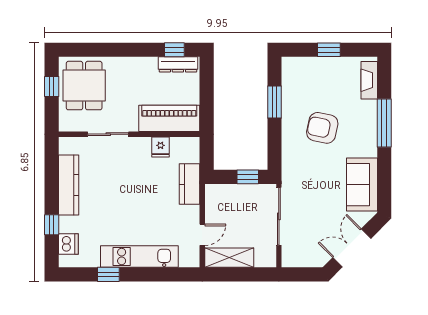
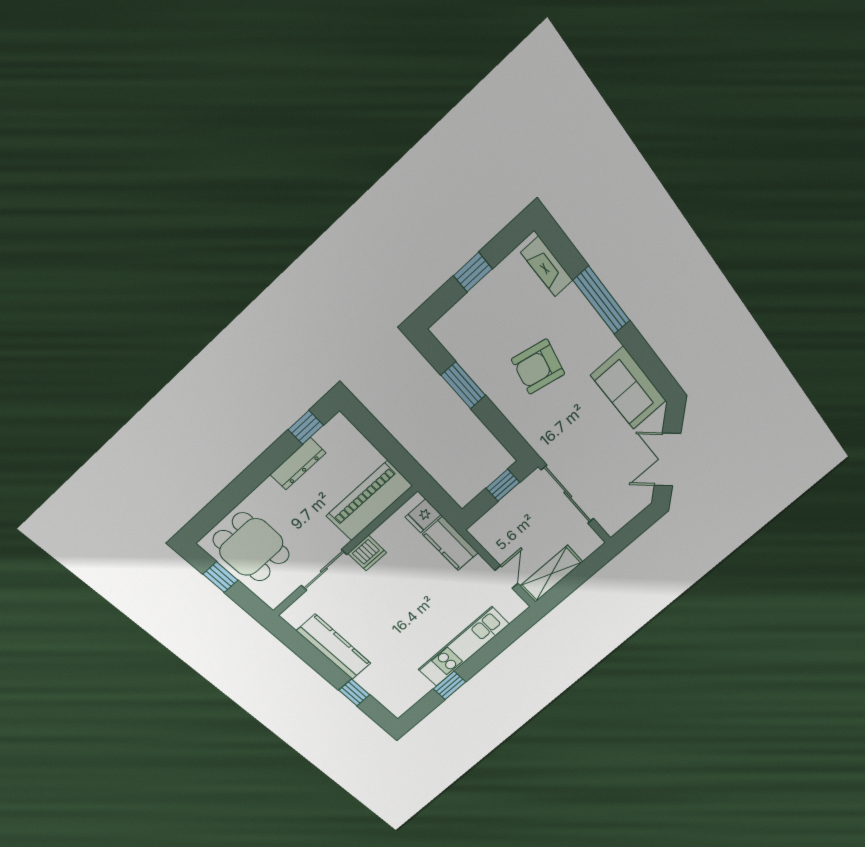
dresser: (178, 64) -> (298, 464), moved
fridge: (160, 147) -> (423, 516), moved, turned 90
dishwasher: (68, 244) -> (367, 553), moved, turned 90

